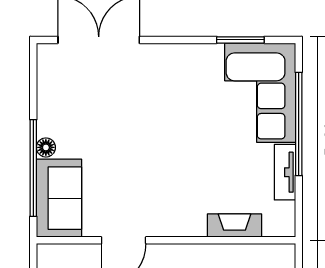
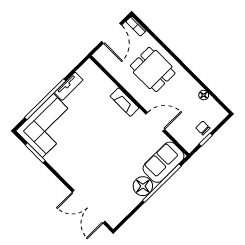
floor lamp: (46, 147) -> (143, 186), width x1.89, depth x1.89
fireplace: (235, 226) -> (124, 102), moved

